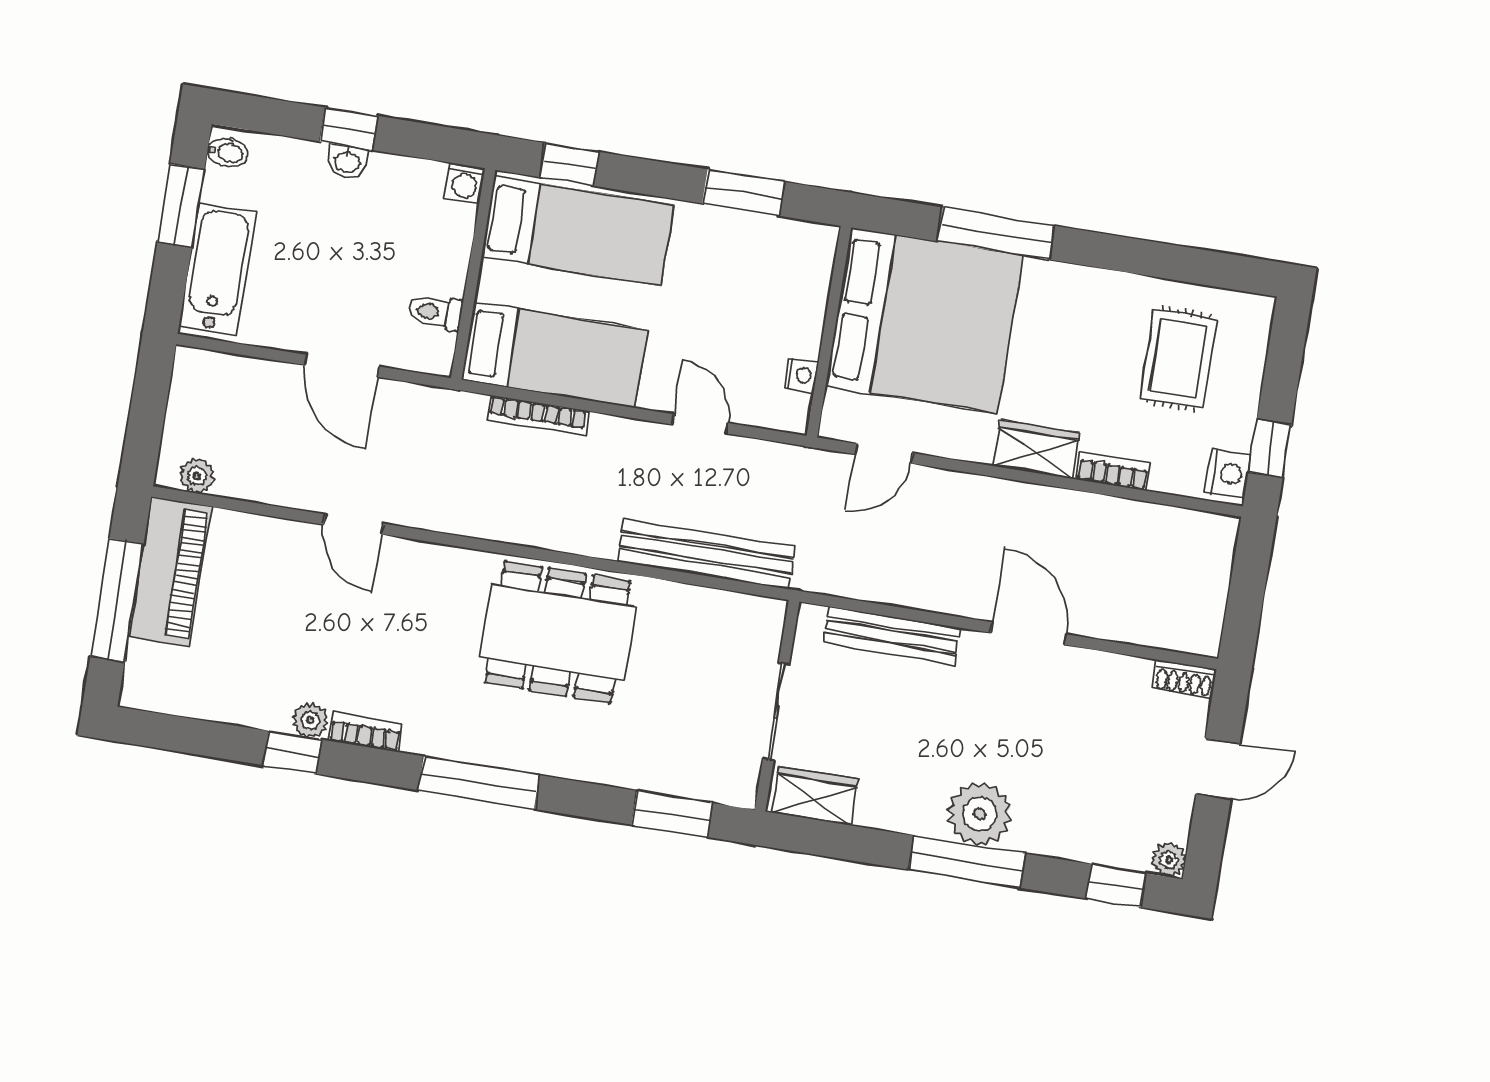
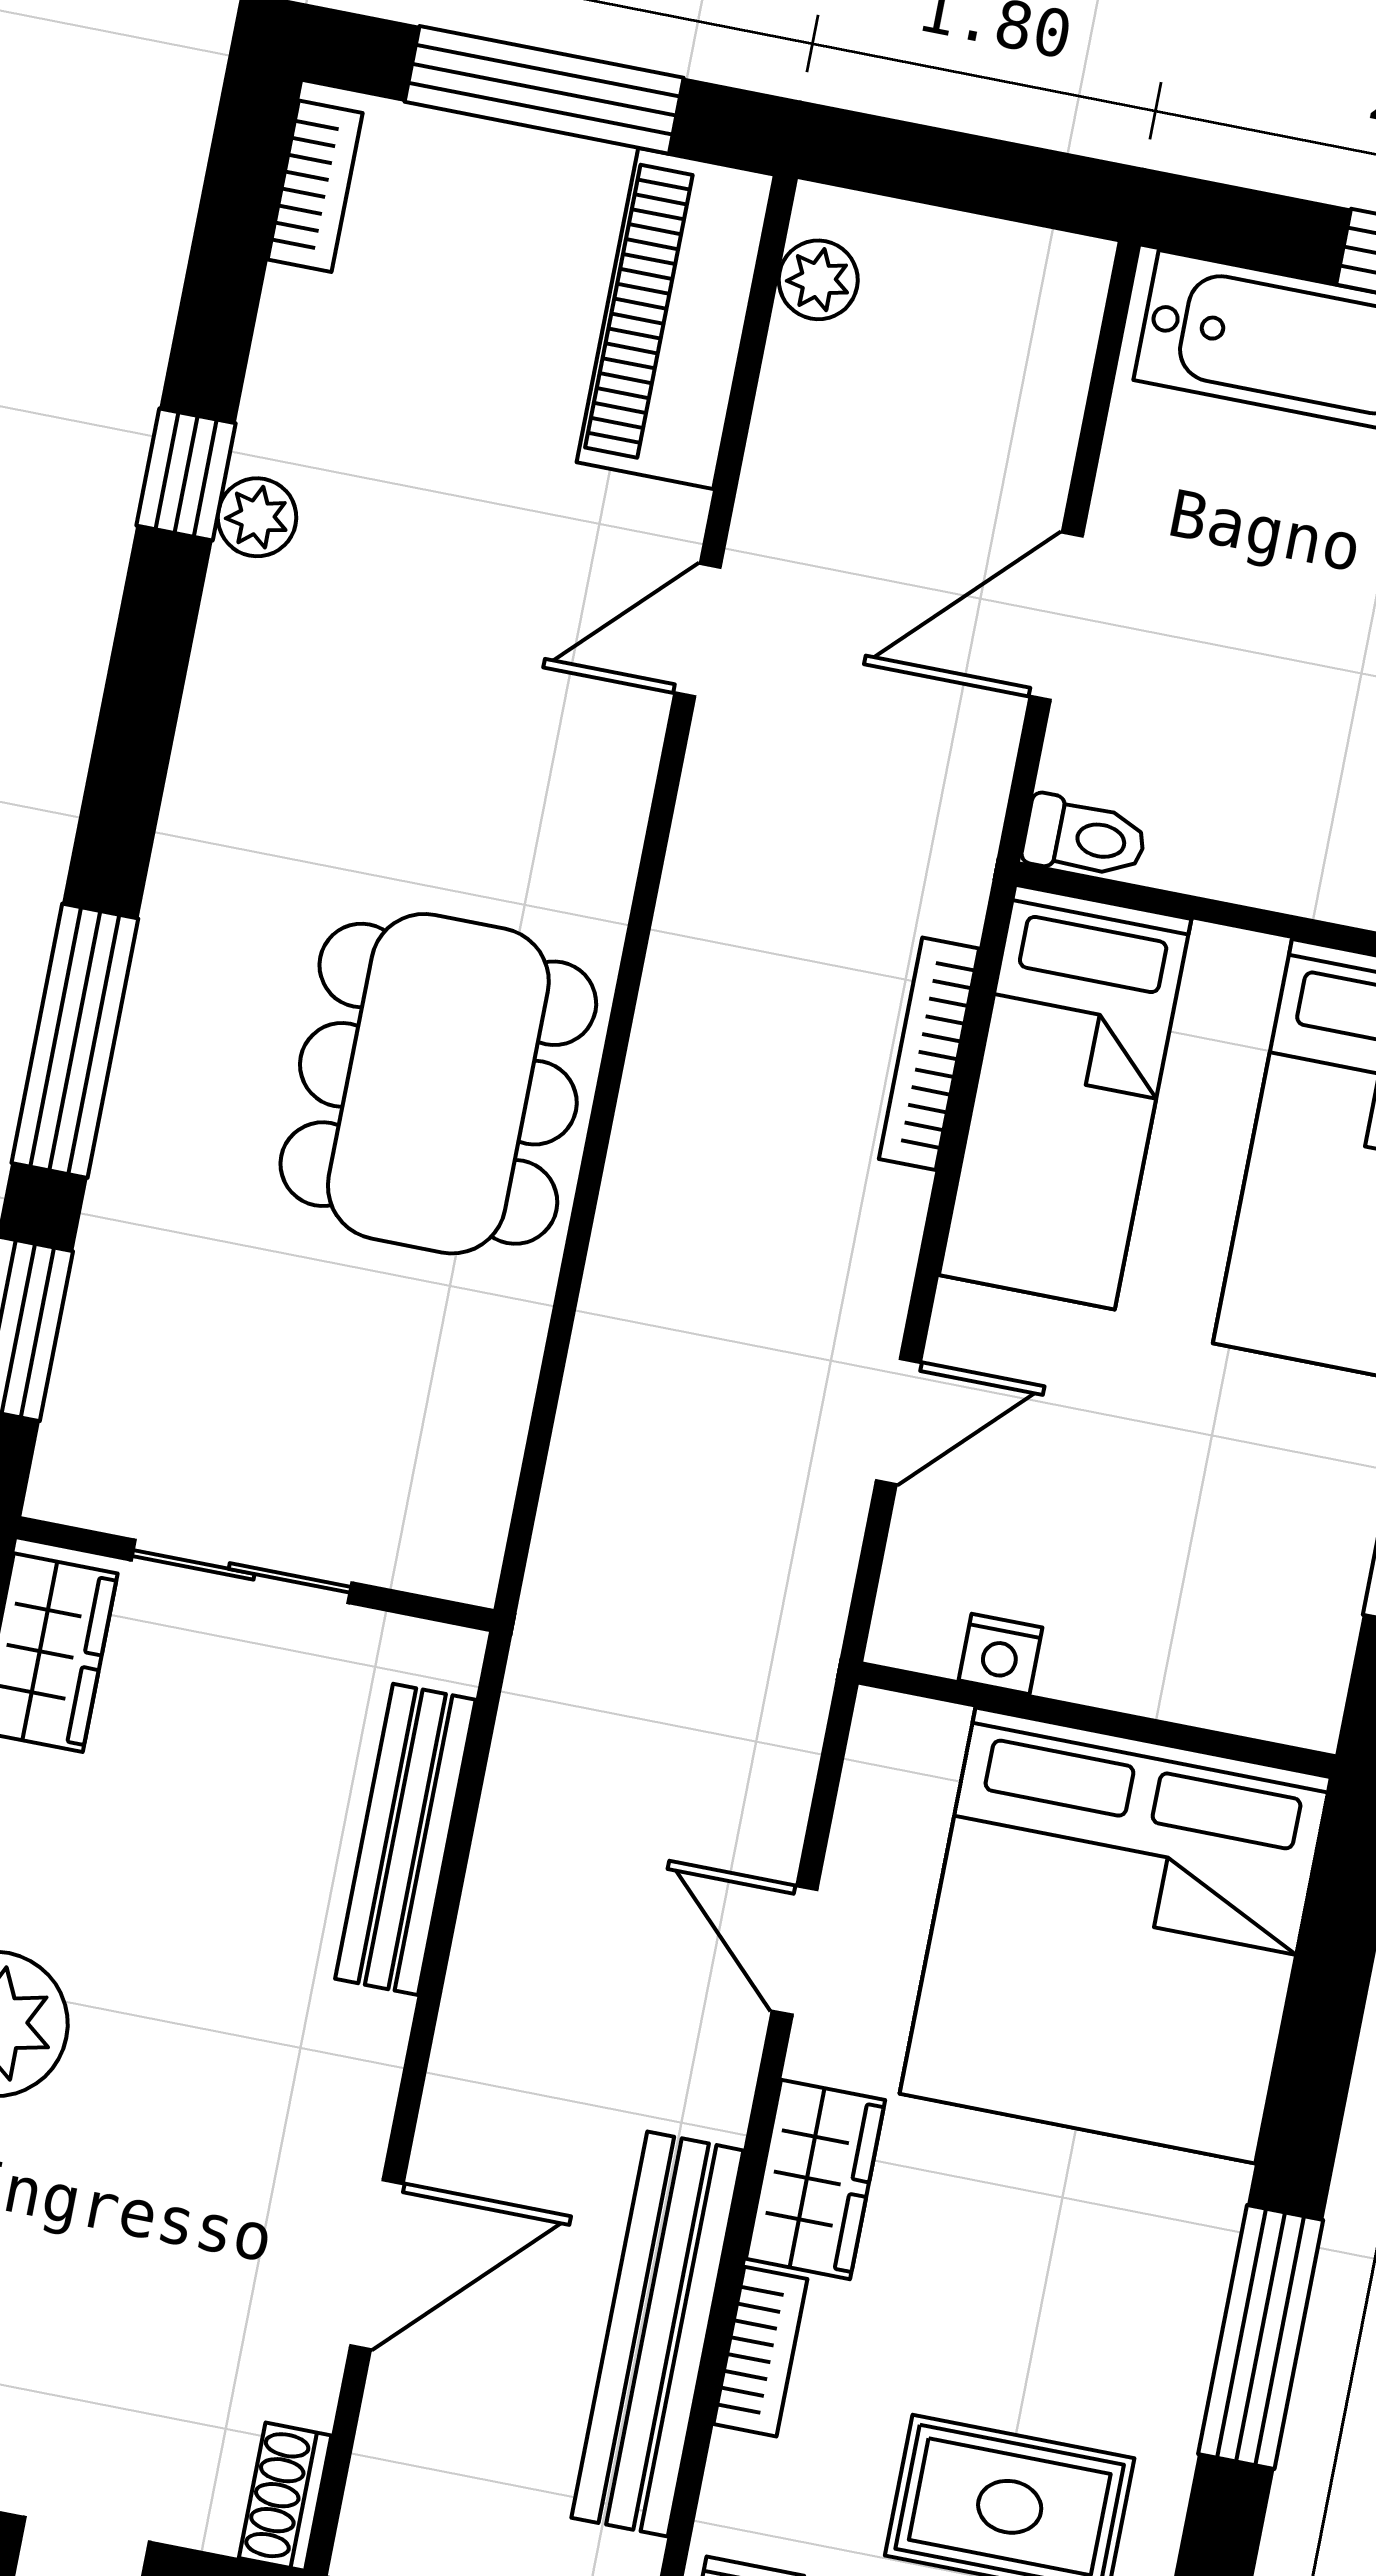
window: (996, 233) -> (1261, 2337), moved
toilet: (435, 312) -> (1085, 838), moved, turned 90
door: (884, 454) -> (794, 1950), moved
bench: (706, 554) -> (657, 2334), moved
piano: (170, 571) -> (676, 318), moved, turned 90
door: (1028, 633) -> (377, 2265), moved
bookcase: (365, 732) -> (315, 186), moved
window: (479, 783) -> (75, 1041), moved

